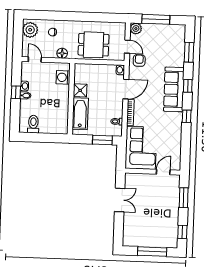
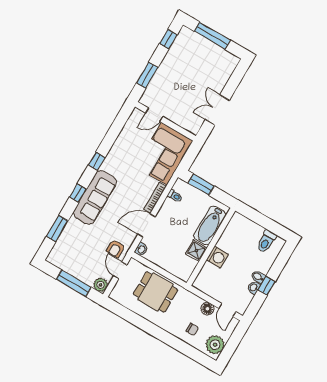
floor lamp: (62, 53) -> (207, 309), moved
washing machine: (63, 77) -> (217, 257), moved

